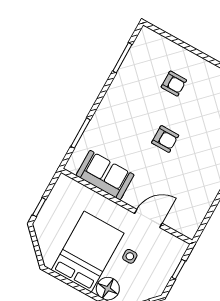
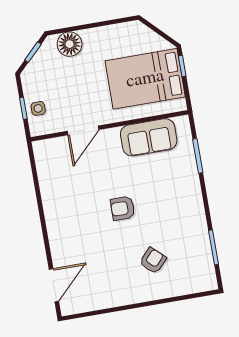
armchair: (174, 84) -> (153, 261), turned 133
bed: (88, 252) -> (145, 79), moved, turned 90
side table: (130, 256) -> (38, 108), moved

